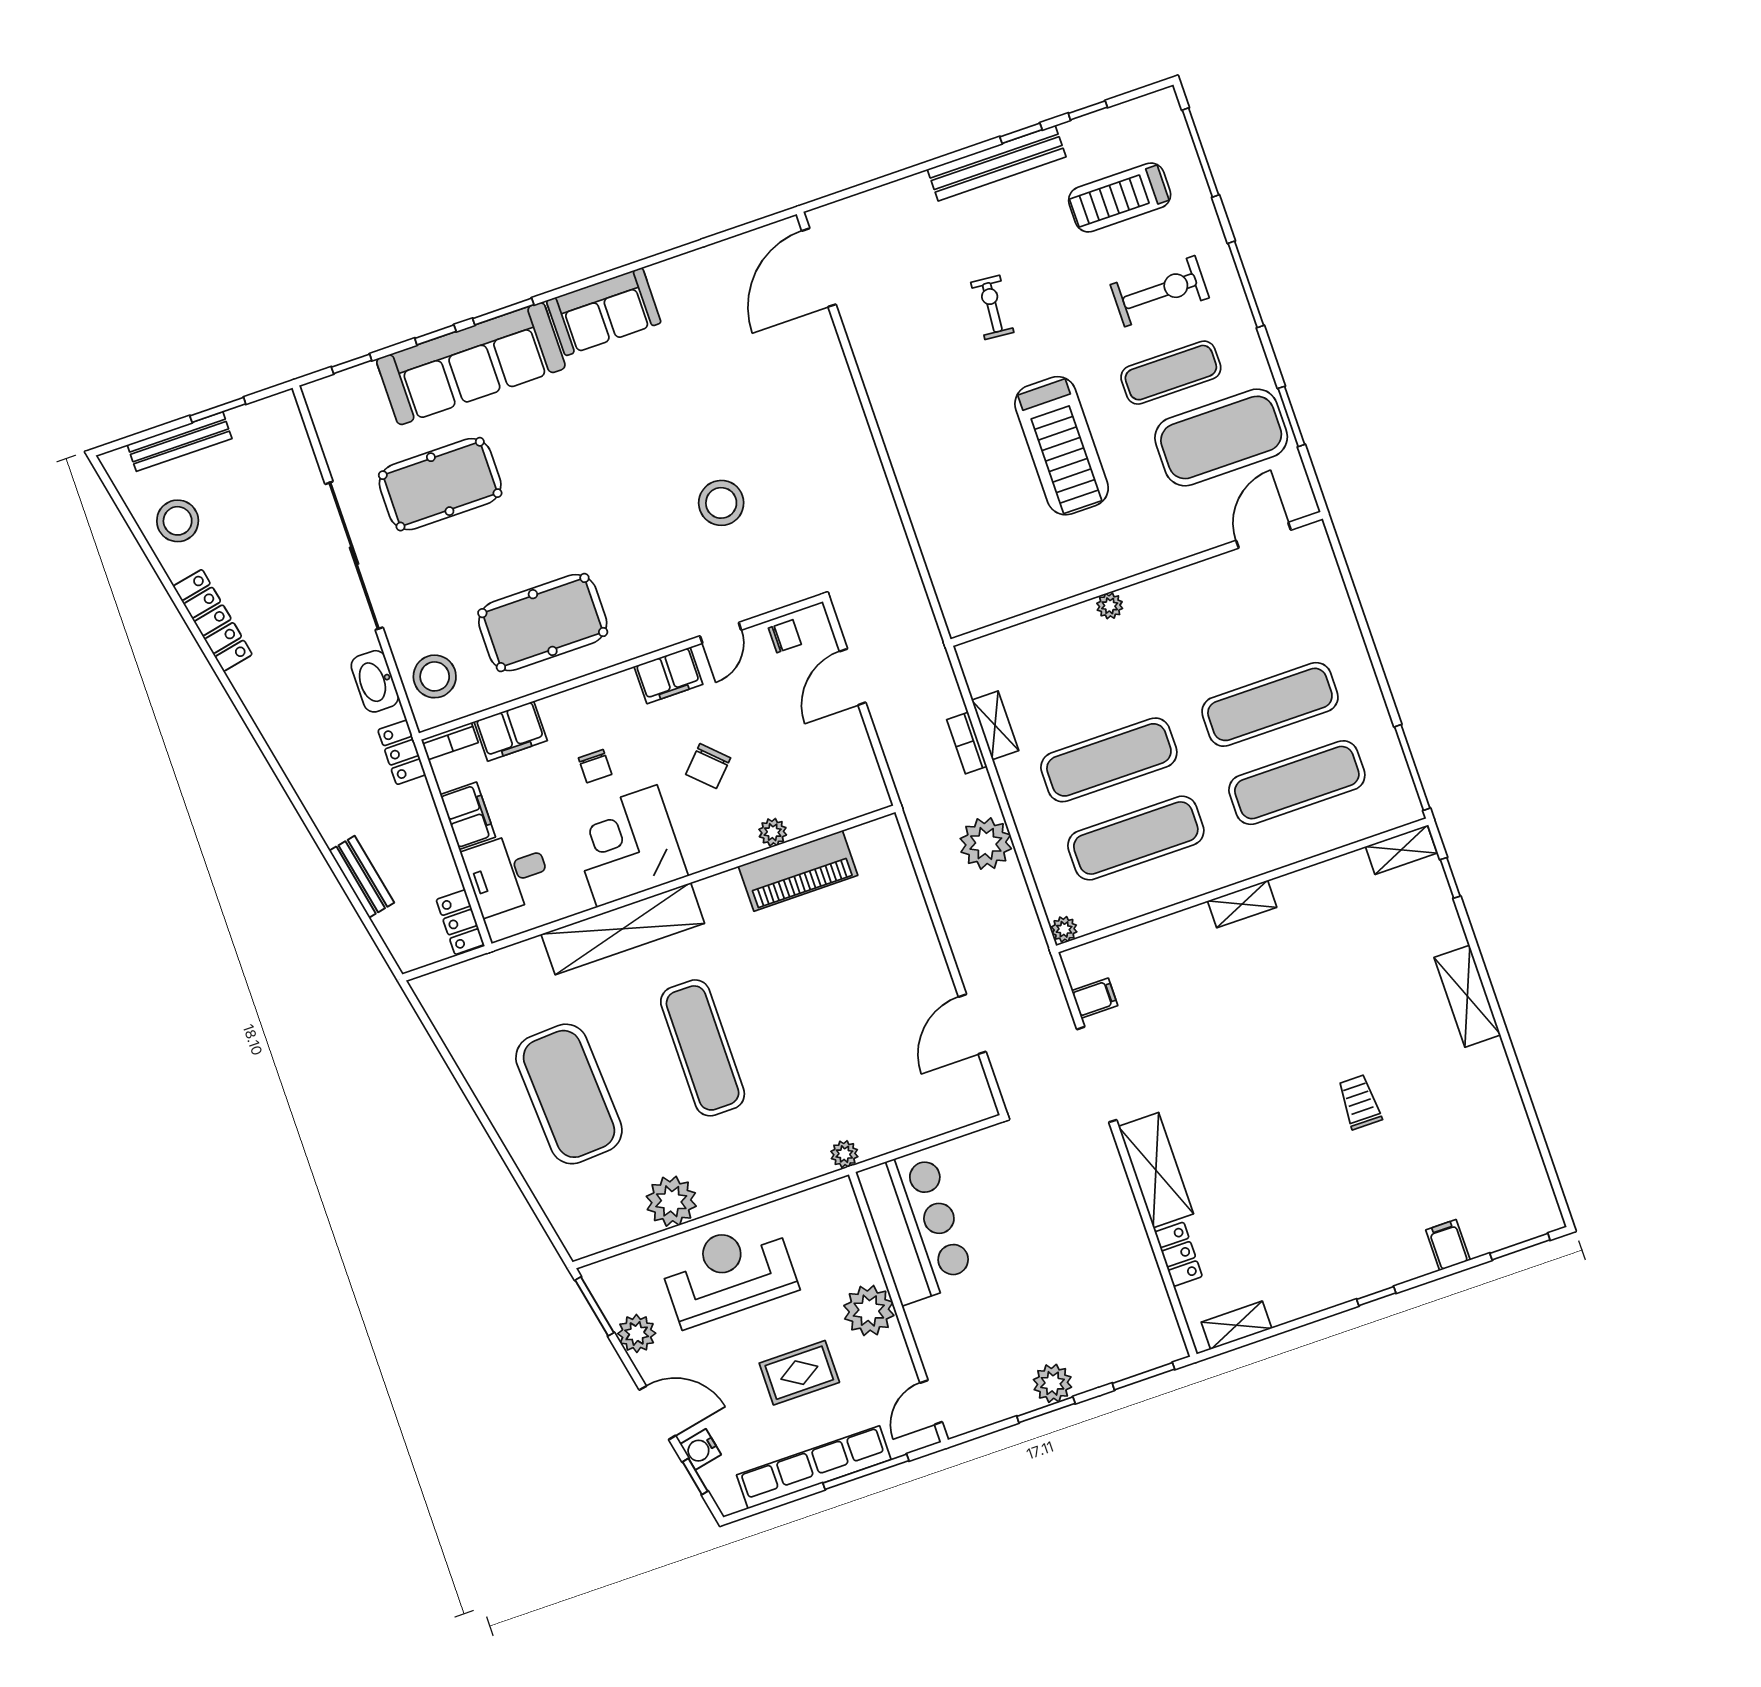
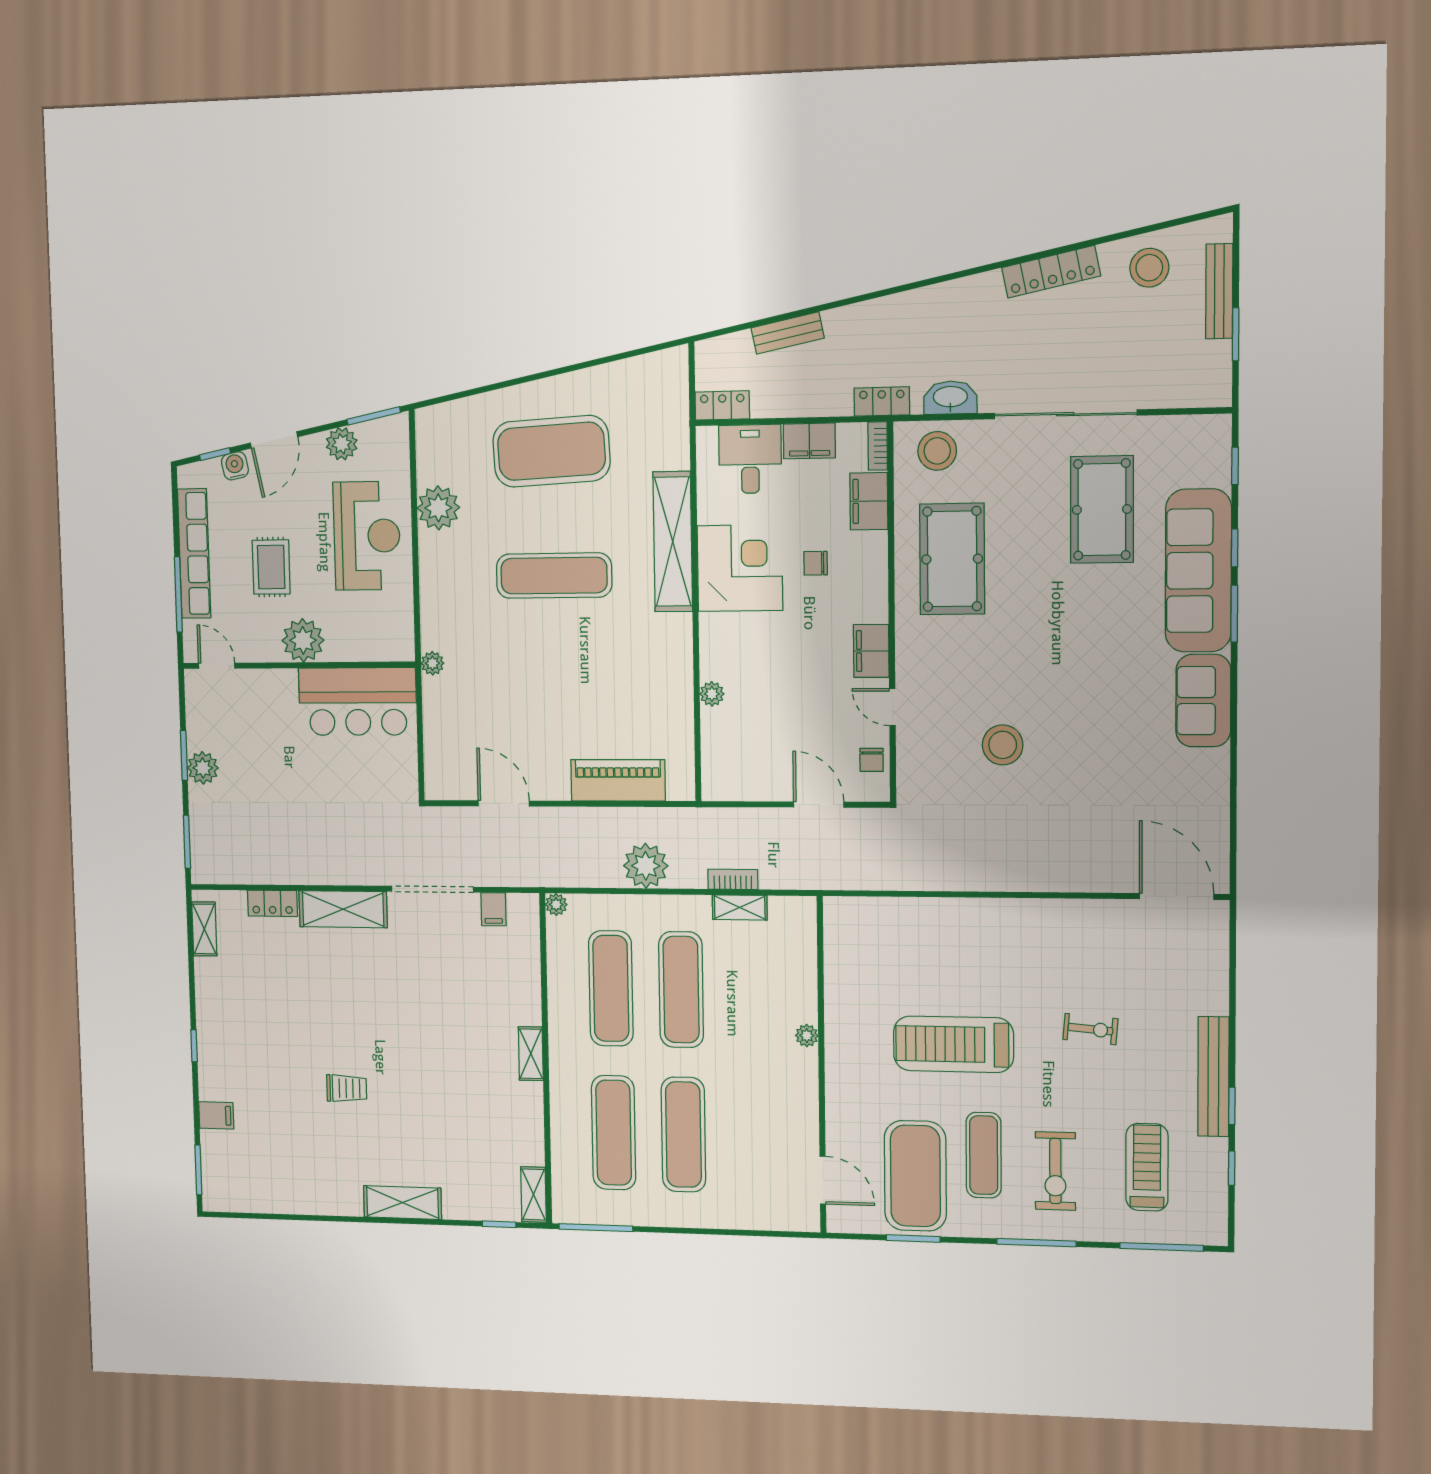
chair: (708, 766) -> (784, 659), removed
piano: (798, 871) -> (618, 780), moved, turned 90

